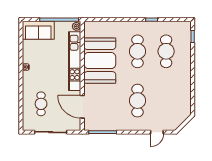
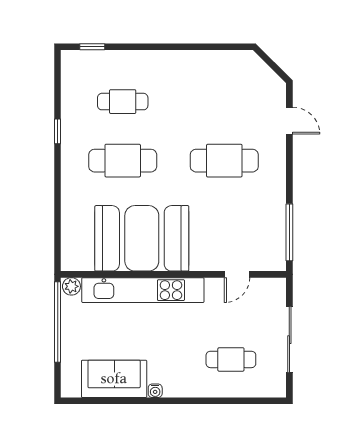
sofa: (38, 30) -> (114, 379), moved, turned -90
cafe table: (166, 51) -> (123, 102), width x0.73, depth x0.74
door: (82, 107) -> (237, 274), width x0.53

